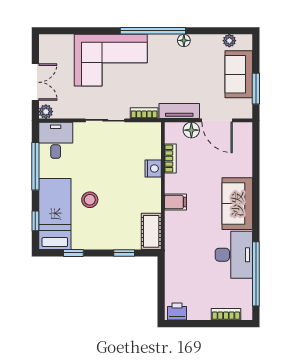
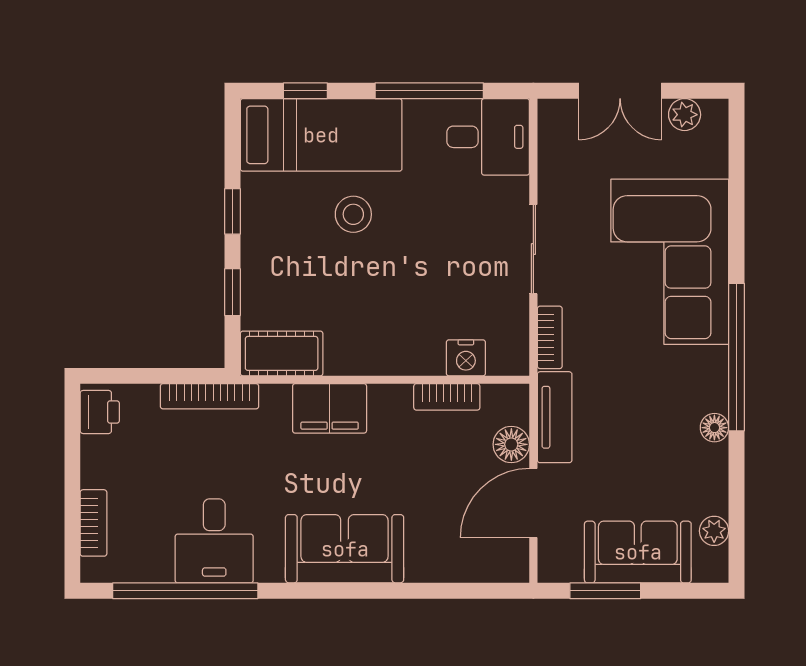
plant: (46, 112) -> (685, 115), moved
nightstand: (153, 168) -> (466, 358), moved
filing cabinet: (175, 202) -> (330, 408), width x2.00
window: (73, 253) -> (233, 211), moved
desk: (234, 255) -> (214, 541), width x0.73
bookcase: (170, 263) -> (209, 396), added

